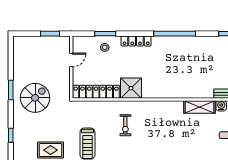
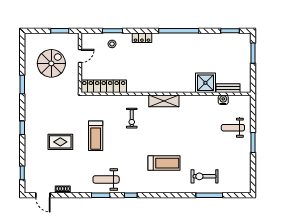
locker: (136, 41) -> (142, 38), width x0.66
shower: (131, 88) -> (205, 83), moved
spiral stairs: (35, 98) -> (51, 63), moved
shelving: (199, 107) -> (164, 101), moved

